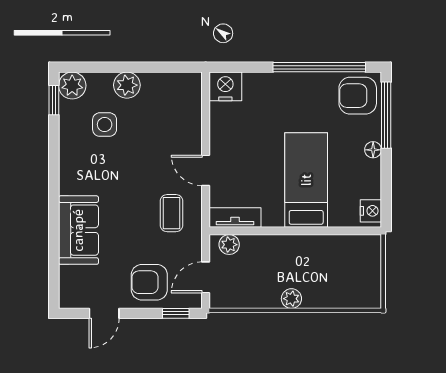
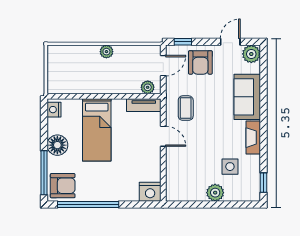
plant: (72, 86) -> (251, 54), moved
floor lamp: (373, 150) -> (57, 145), width x1.89, depth x1.89
fireplace: (69, 169) -> (253, 138), added
armchair: (149, 282) -> (200, 62), turned 90

